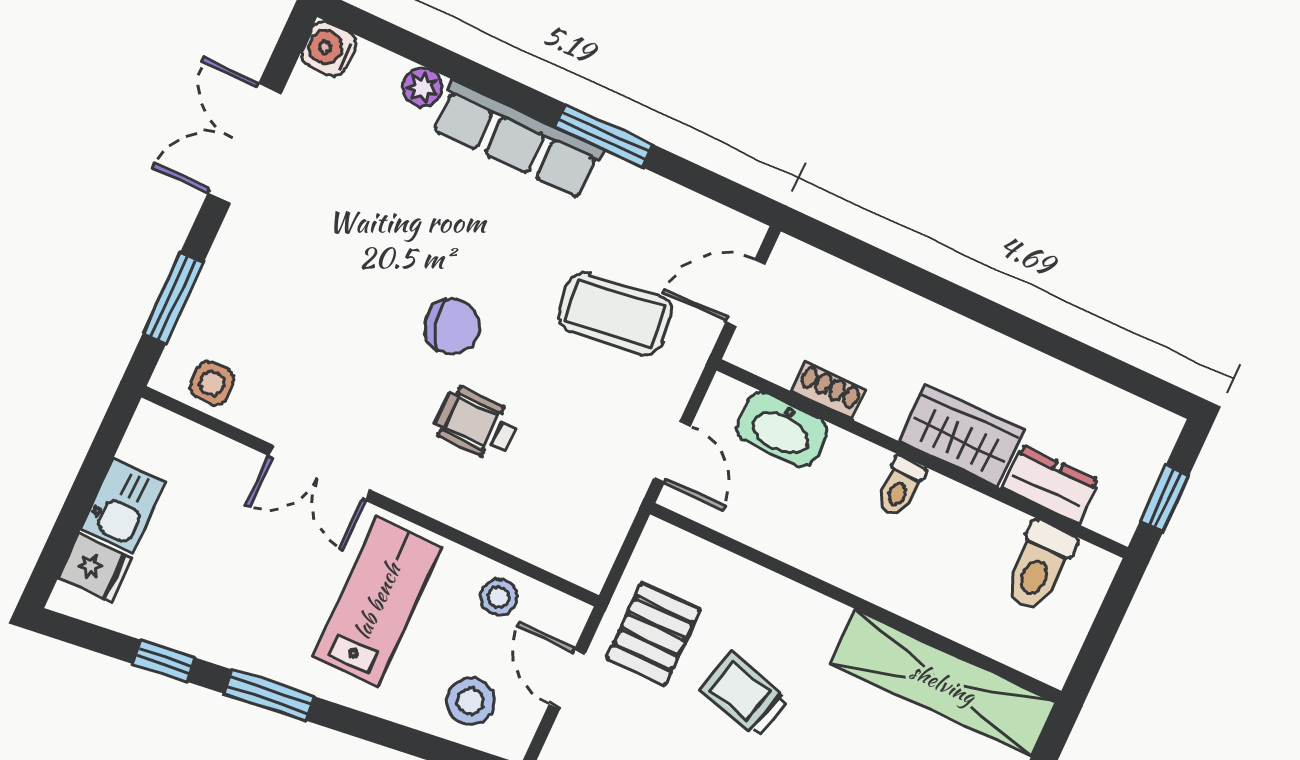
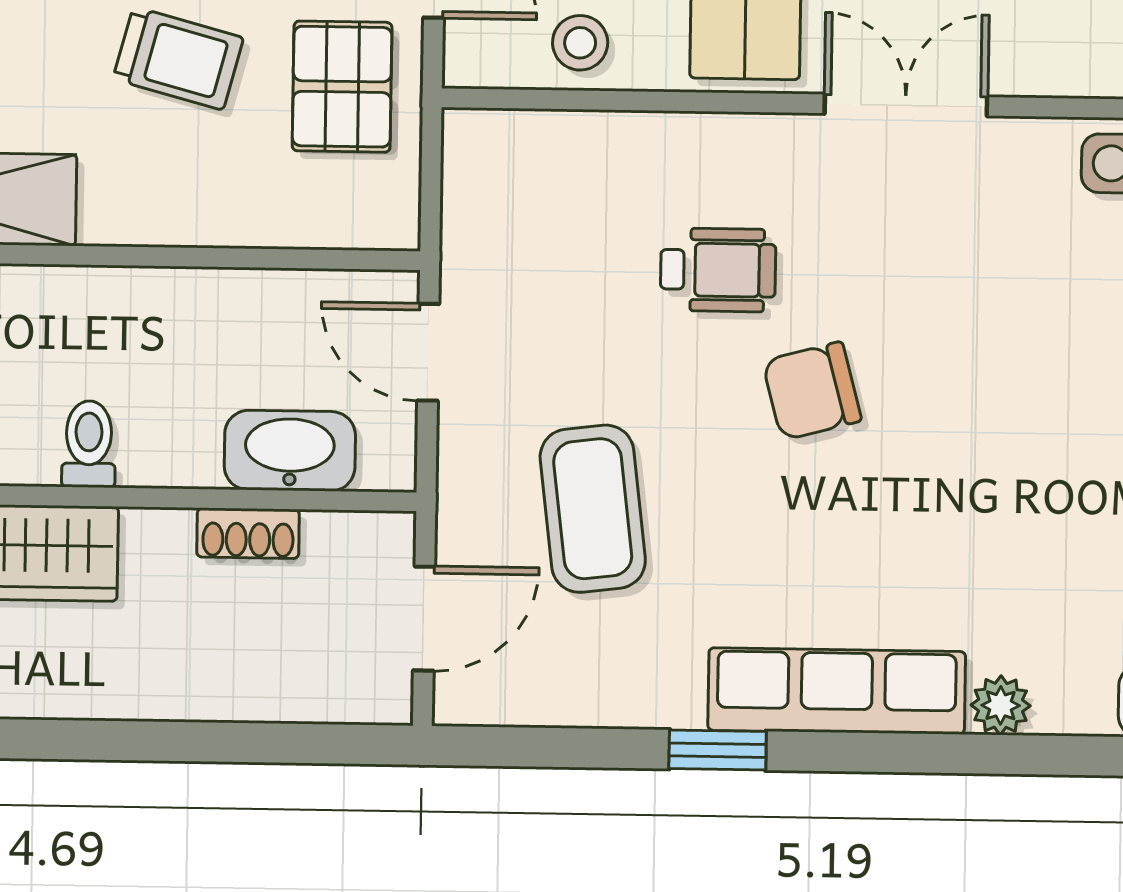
window: (604, 136) -> (718, 750), width x0.67
coffee table: (615, 314) -> (593, 509), turned 90

